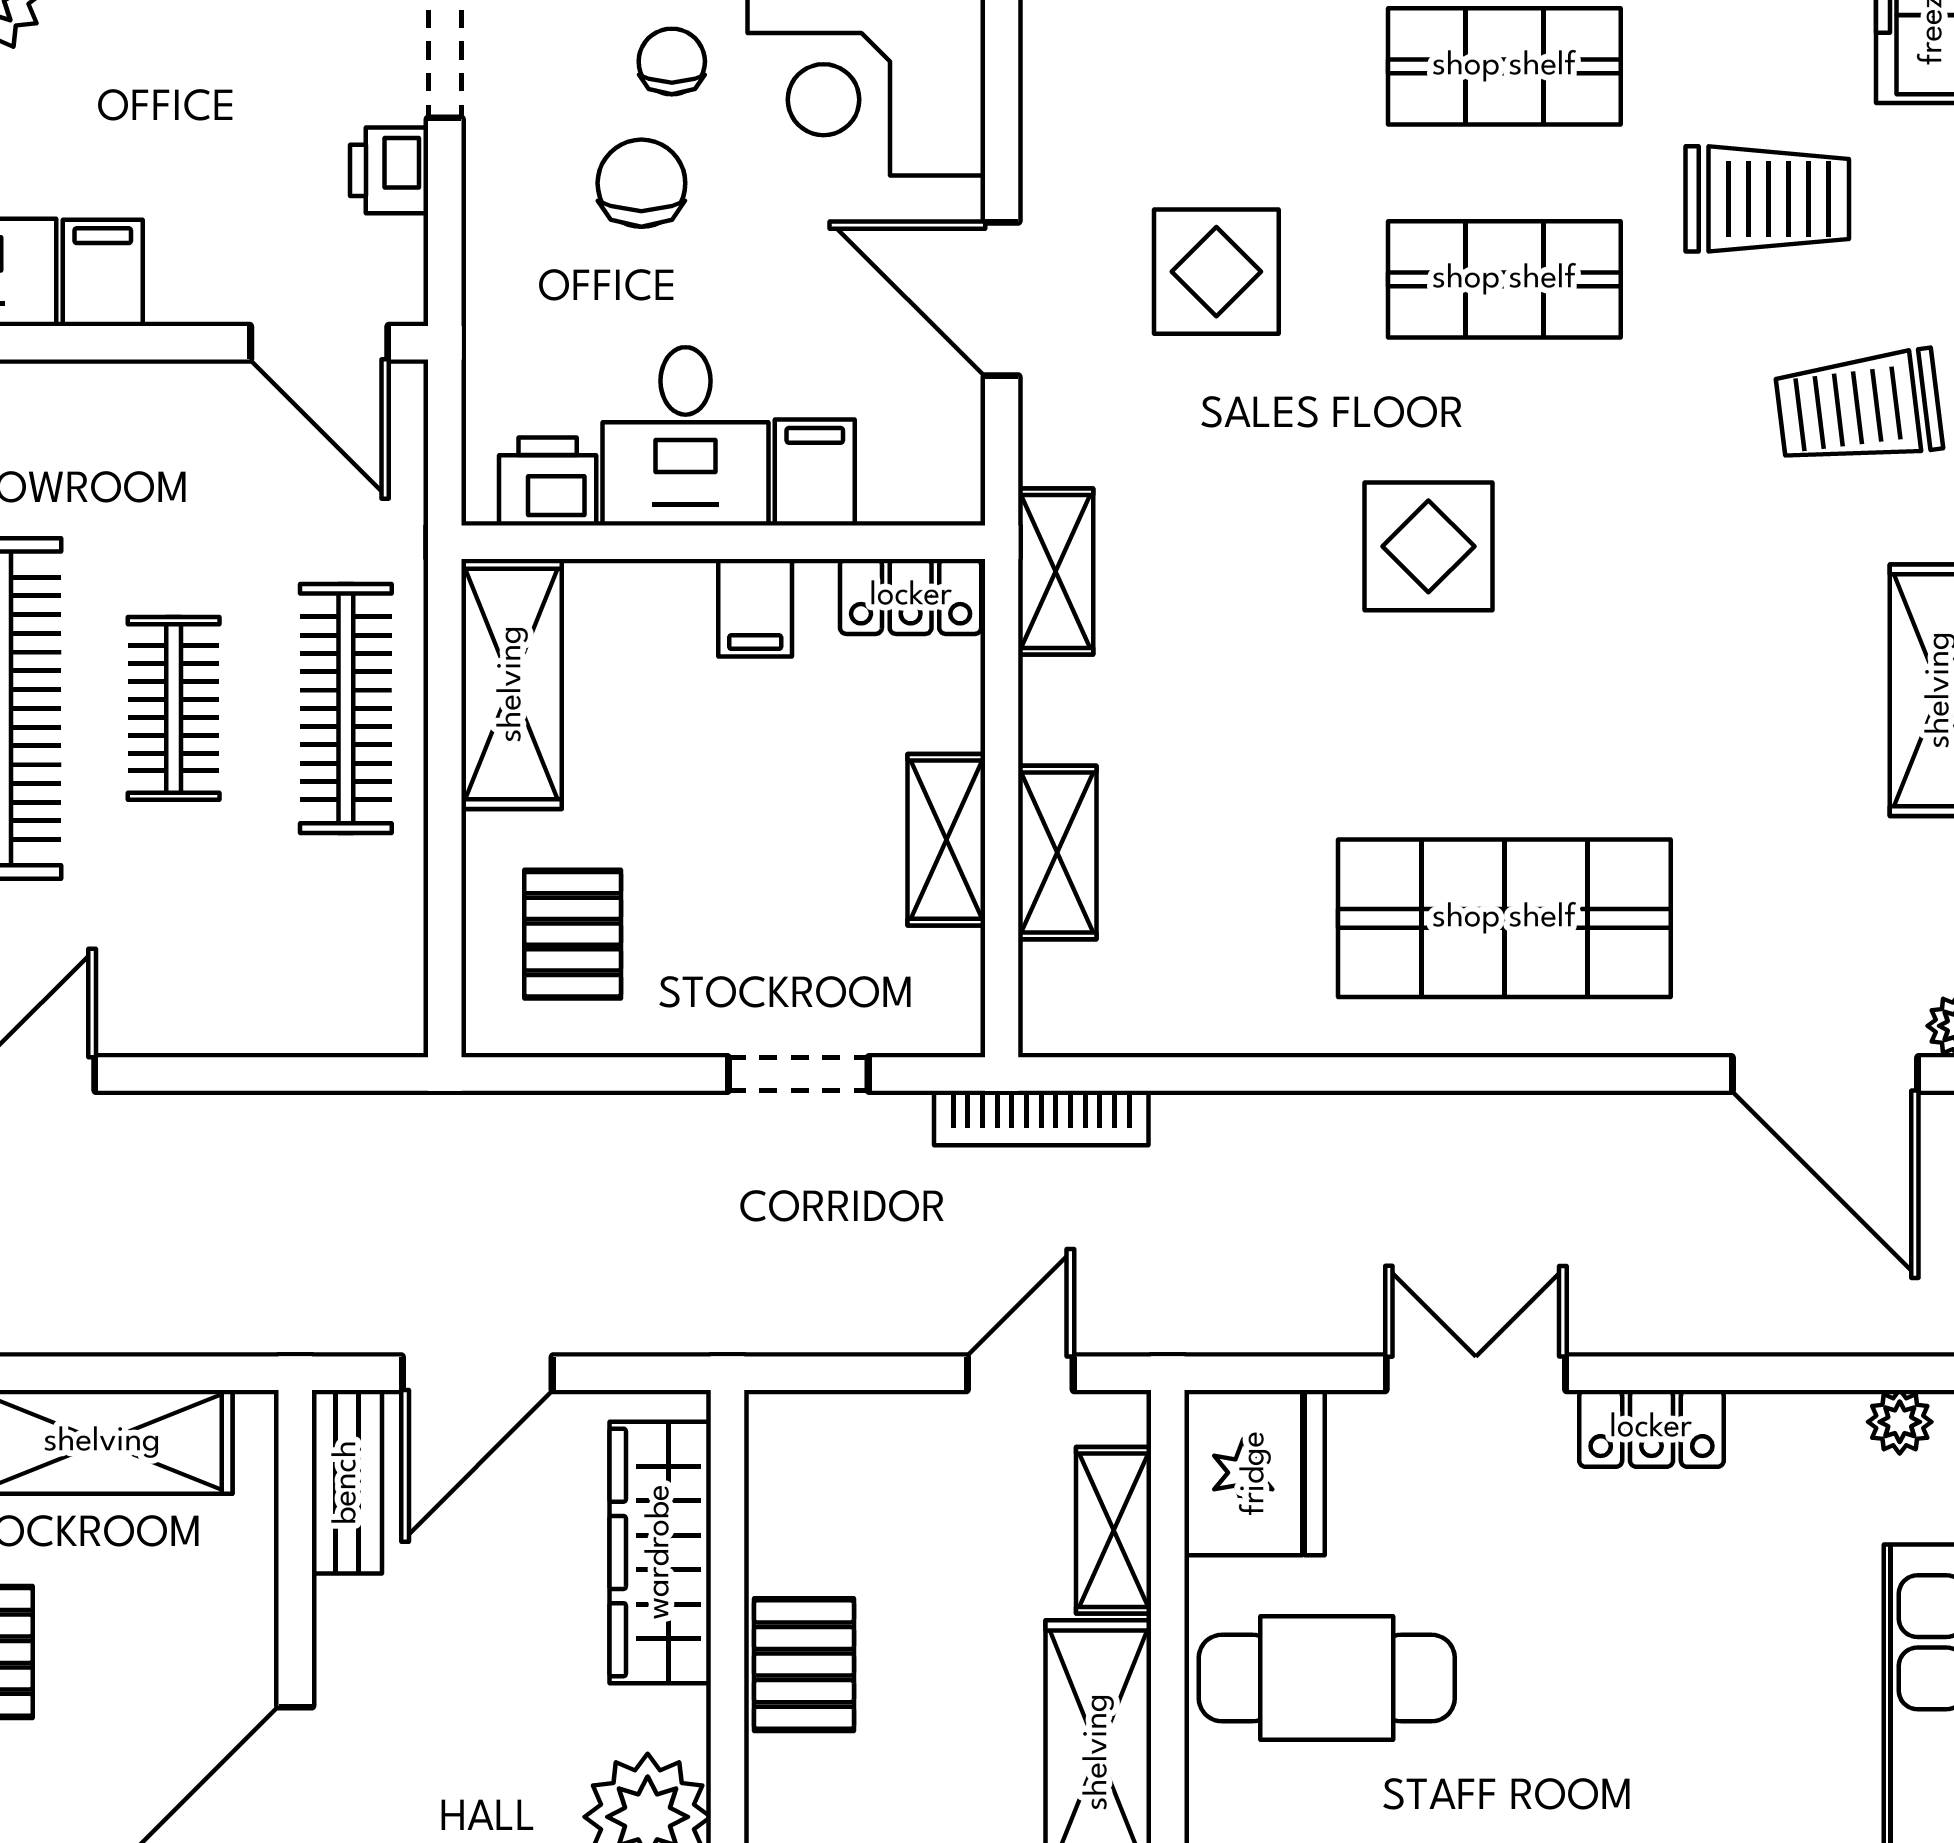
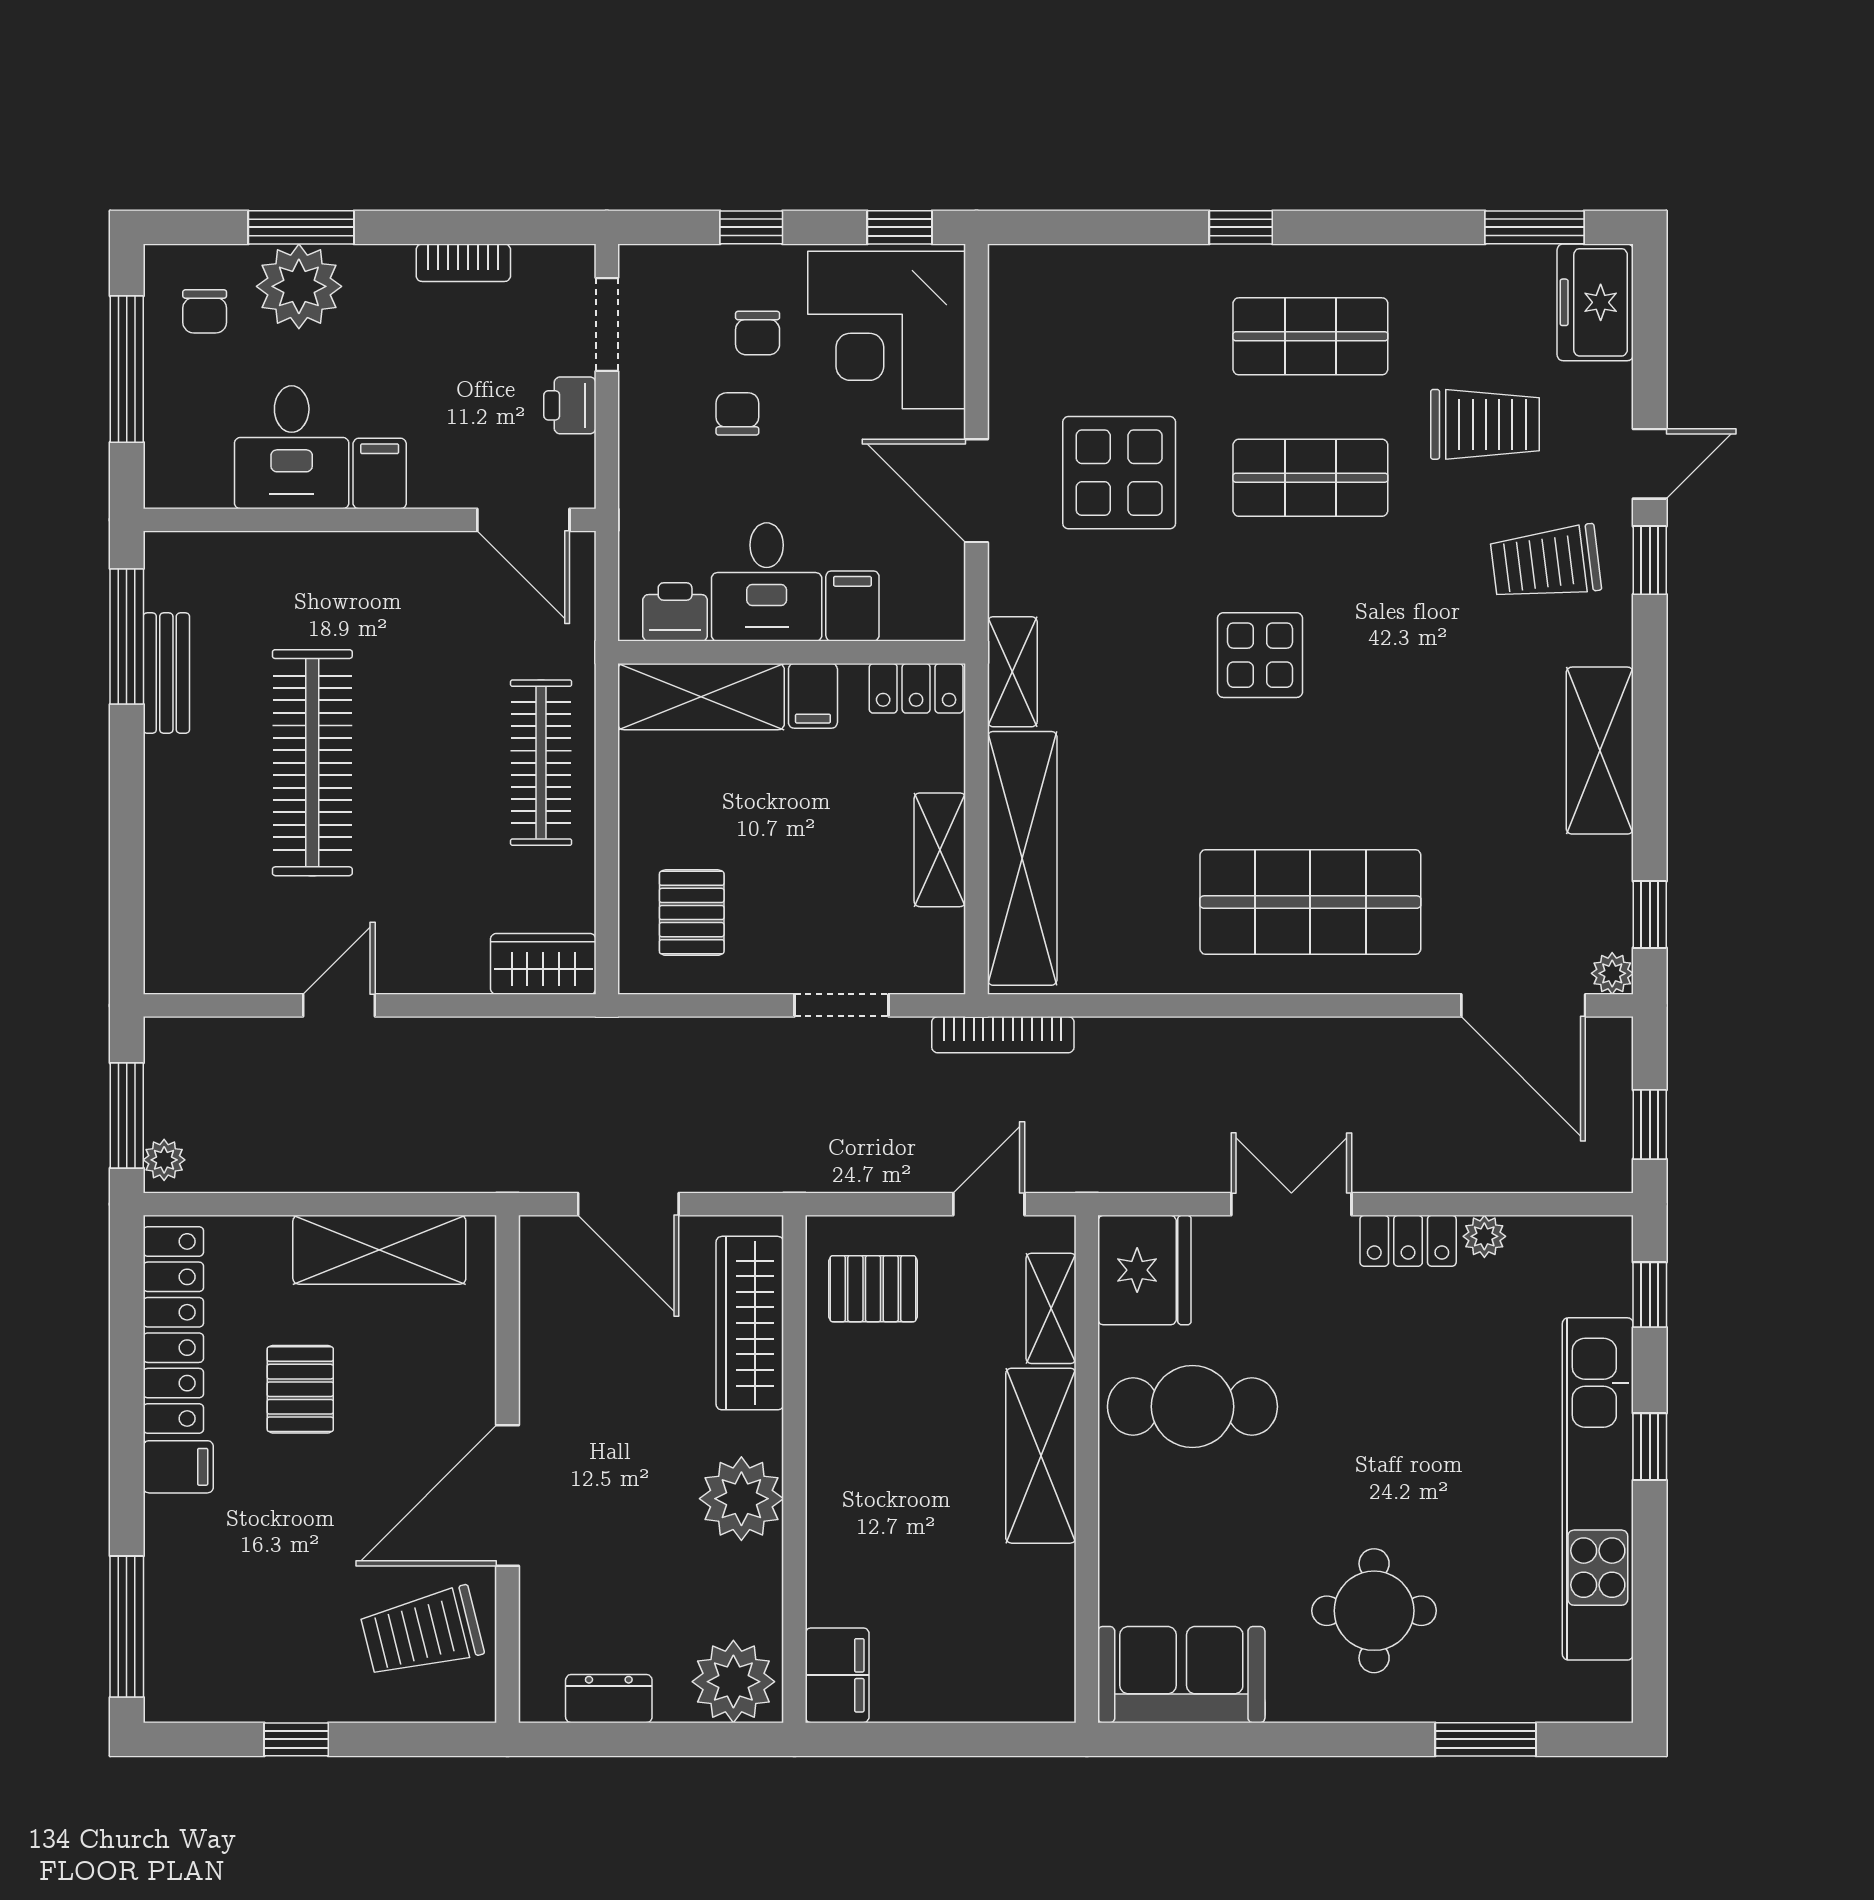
chair: (672, 61) -> (758, 333), turned 180
chair: (641, 183) -> (737, 414), width x0.73, depth x0.73
display table: (1216, 272) -> (1119, 473), width x1.36, depth x1.36
shelving: (512, 684) -> (701, 697), moved, turned 90
clothes rail: (174, 708) -> (427, 763), removed
shelving: (1057, 852) -> (1022, 858), width x2.20, depth x1.33
wardrobe: (349, 1011) -> (543, 964), added
door: (477, 1373) -> (628, 1204), hinge flipped
plant: (1900, 1422) -> (1484, 1236), moved
bench: (347, 1482) -> (542, 1276), removed
pallet: (804, 1665) -> (873, 1289), moved, turned 90

